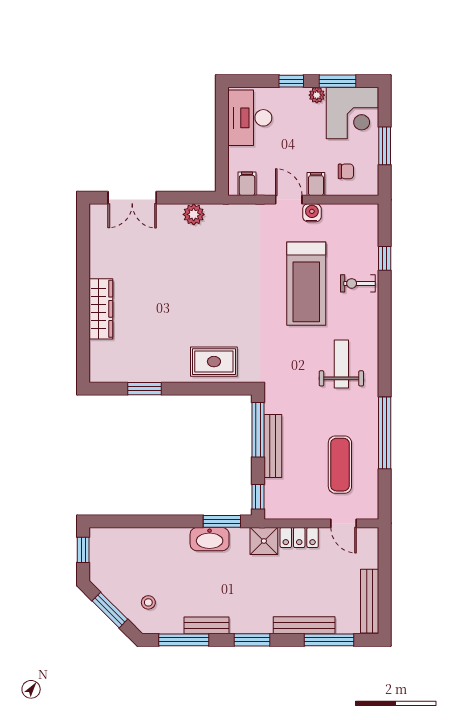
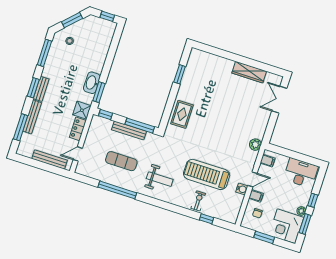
plant: (194, 214) -> (255, 145), moved
wardrobe: (101, 309) -> (249, 72), moved
exercise mat: (340, 465) -> (121, 161), moved
bench: (370, 601) -> (49, 160), moved
bench: (206, 625) -> (41, 89), moved

